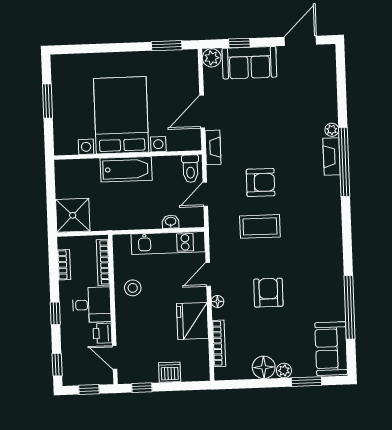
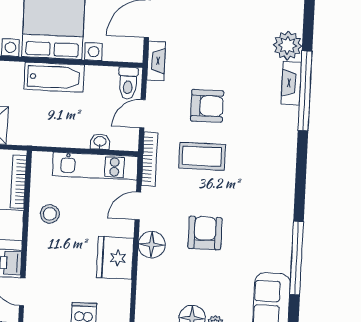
plant: (332, 130) -> (288, 45), width x1.88, depth x1.88
floor lamp: (218, 302) -> (152, 245), width x1.89, depth x1.89
bookcase: (219, 343) -> (150, 159), moved

